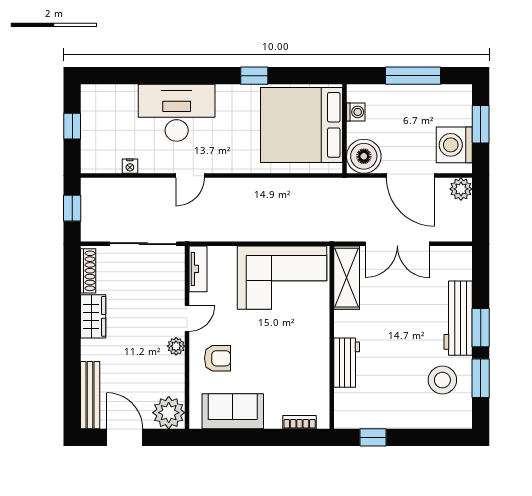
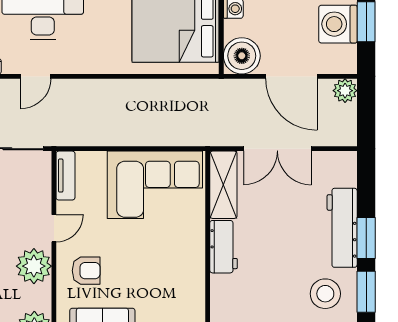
washing machine: (454, 145) -> (338, 24), moved
door: (190, 176) -> (36, 76), moved
plant: (176, 346) -> (34, 266), width x1.87, depth x1.87
workbench: (347, 363) -> (224, 247), moved

